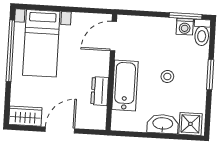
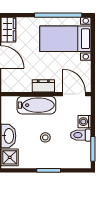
washing machine: (185, 27) -> (85, 122), moved
toilet: (202, 33) -> (81, 135), moved
dresser: (100, 91) -> (43, 86), moved

